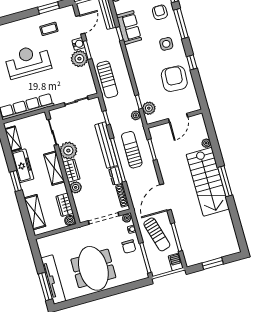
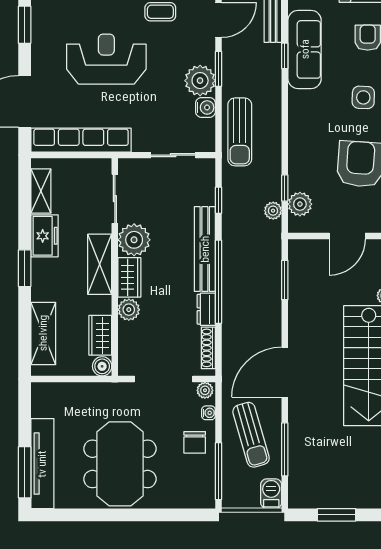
sofa: (129, 28) -> (305, 49), width x1.36
water cooler: (78, 44) -> (205, 107), moved
sun lounger: (132, 150) -> (248, 270), removed
freezer: (23, 166) -> (45, 236), width x0.71

